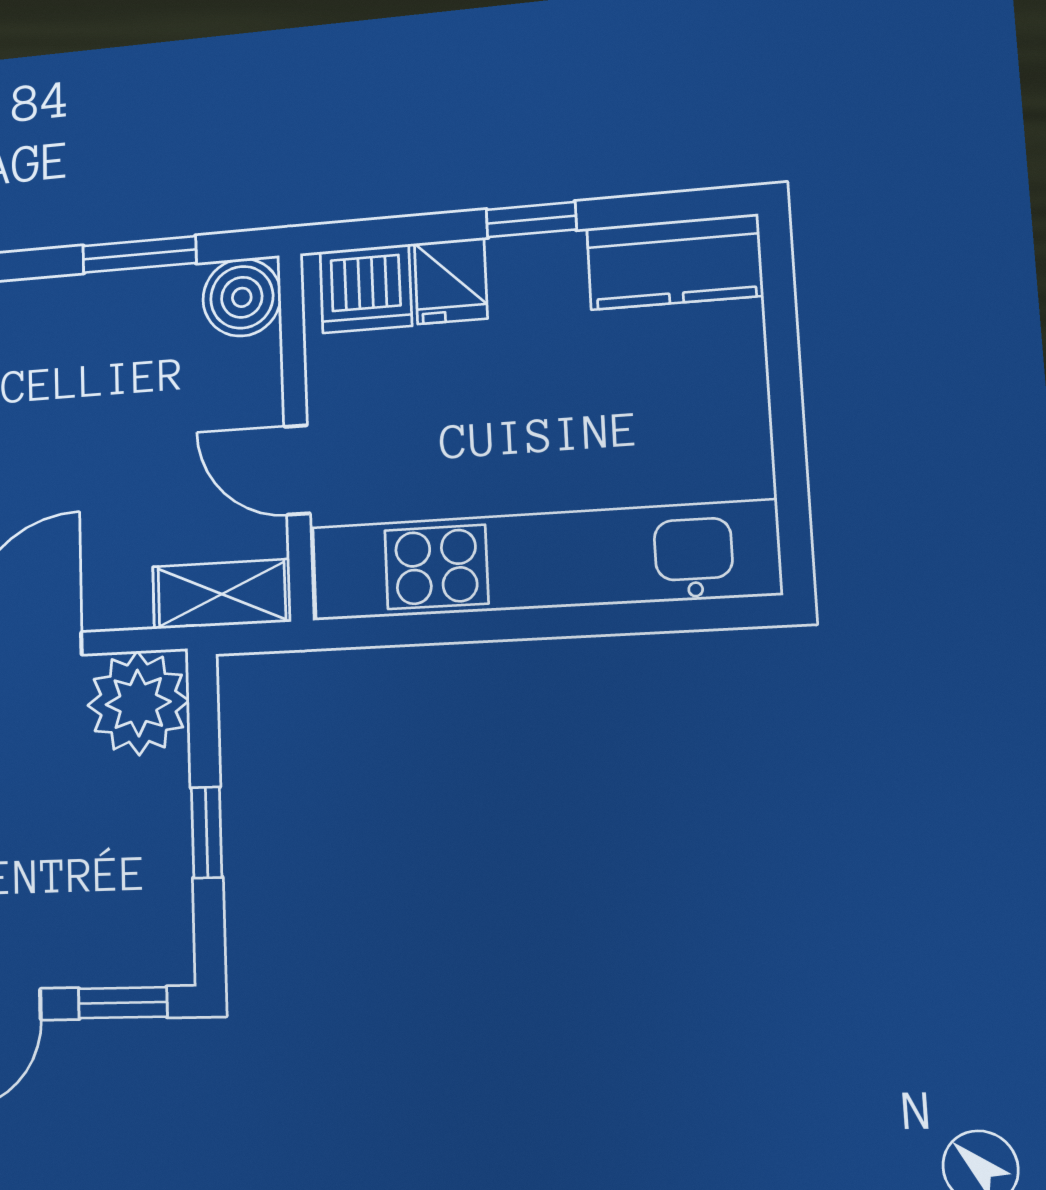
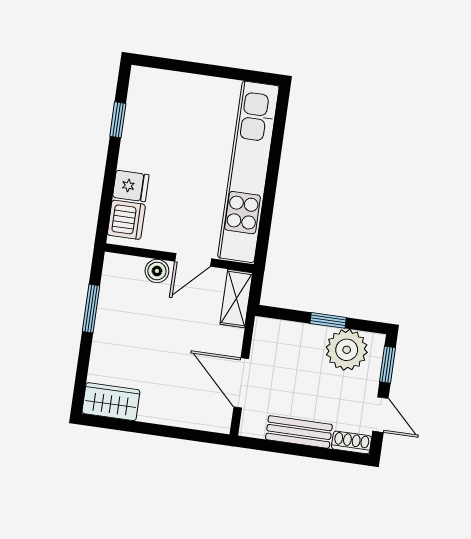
window: (531, 220) -> (118, 120), moved
kitchen counter: (674, 262) -> (143, 100), removed
boiler: (242, 297) -> (157, 271), moved, width x0.73, depth x0.73
plant: (138, 703) -> (347, 350), moved

